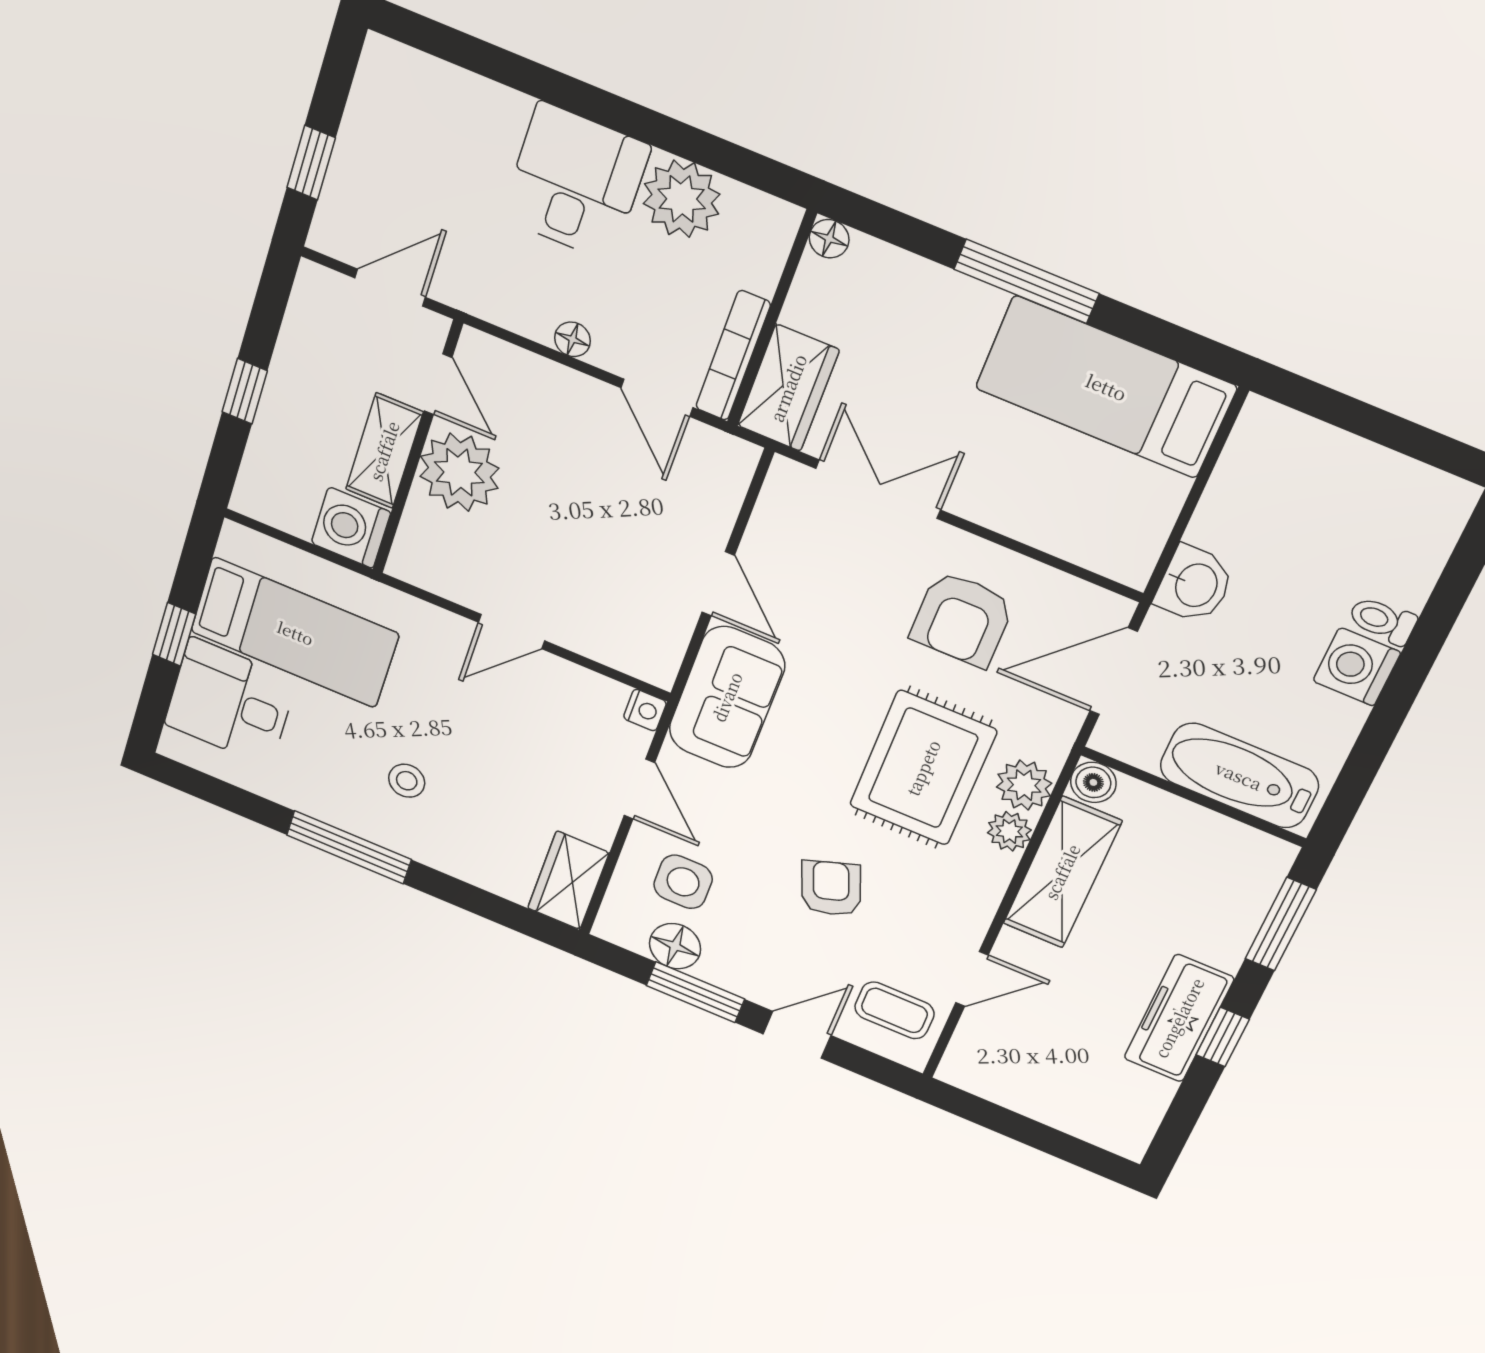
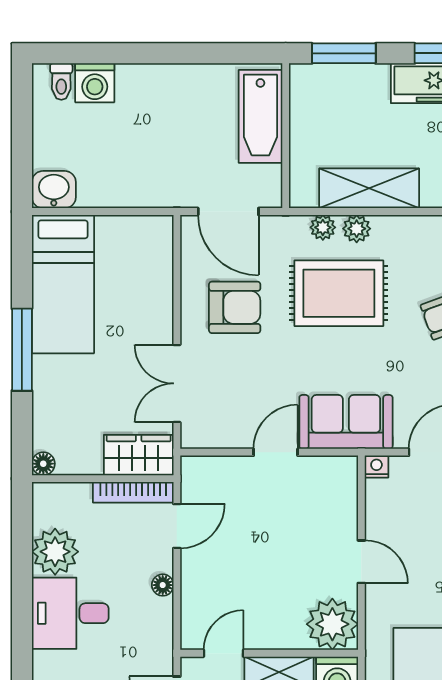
plant: (459, 472) -> (332, 624), moved
washbasin: (1195, 585) -> (54, 190), moved
toilet: (1382, 620) -> (61, 82), moved
washing machine: (1357, 667) -> (95, 83), moved
boiler: (1093, 782) -> (303, 194), removed
plant: (1024, 785) -> (323, 227), width x0.73, depth x0.73

